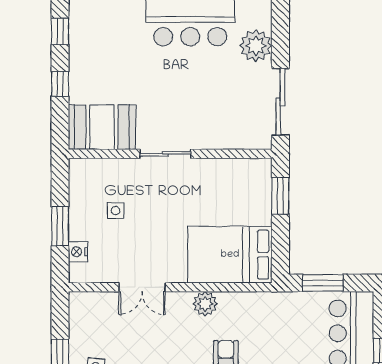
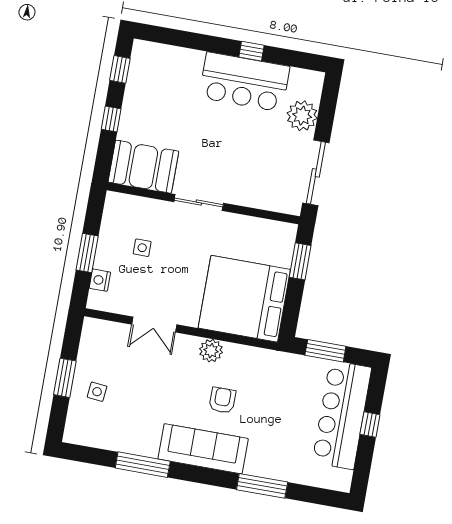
bed: (230, 255) -> (244, 299), width x1.36

